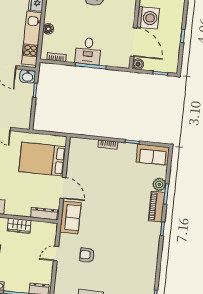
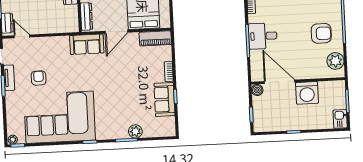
door: (134, 42) -> (280, 82), swing flipped
sofa: (153, 155) -> (164, 99), moved
piano: (157, 207) -> (155, 38), moved, turned 180
corner sofa: (135, 253) -> (60, 117), added
door: (56, 254) -> (22, 36), moved
armchair: (87, 255) -> (39, 78), moved

